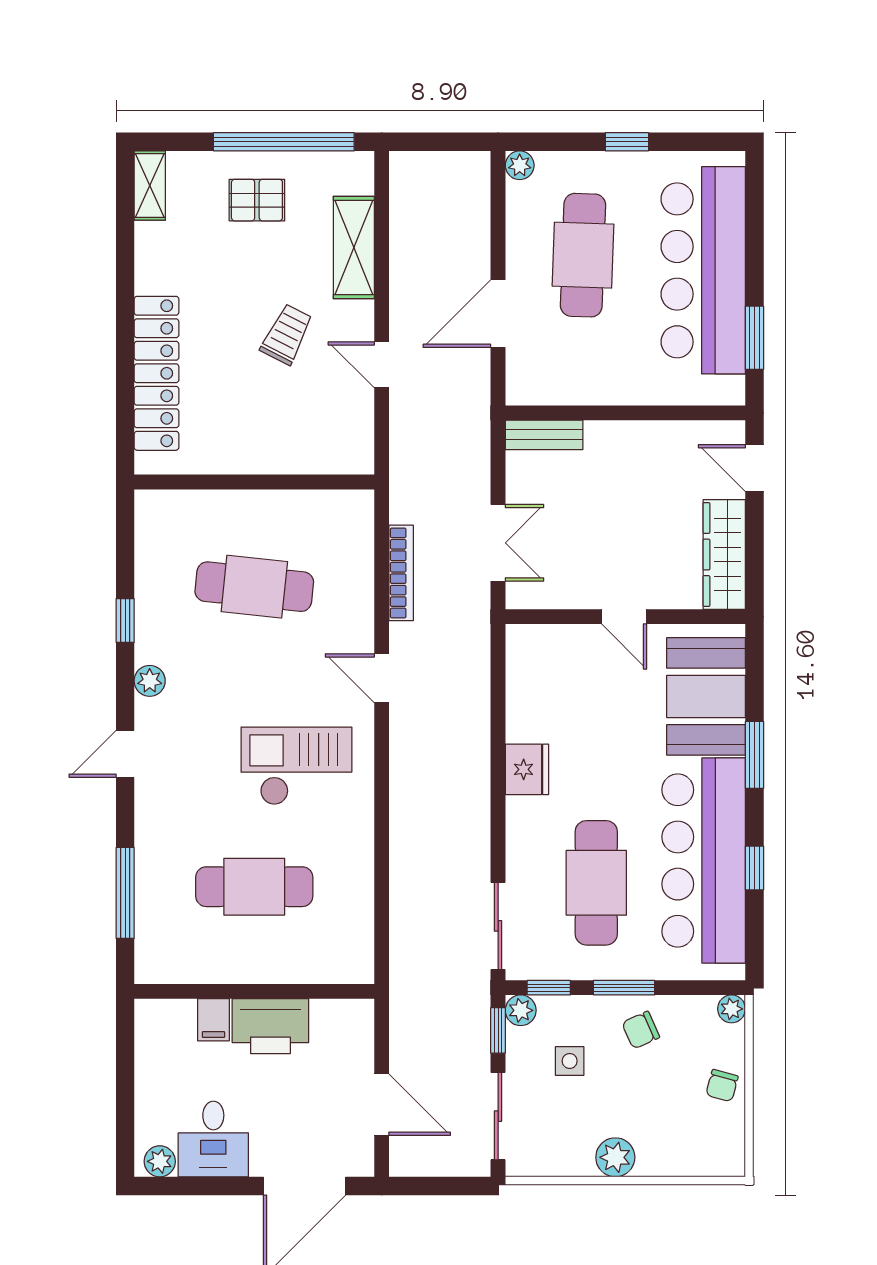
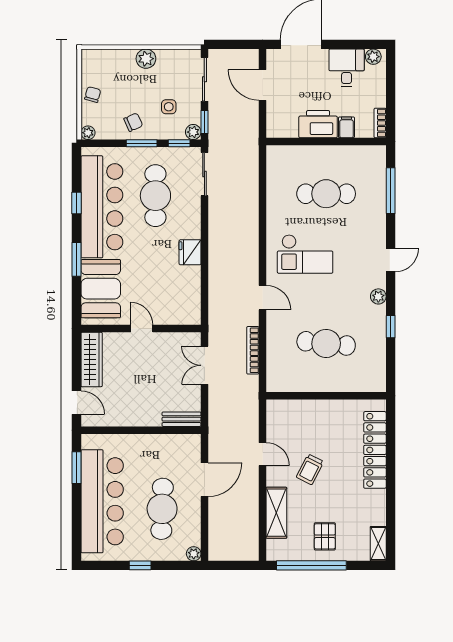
pallet: (257, 200) -> (325, 536), turned 90
bookcase: (146, 1028) -> (380, 123), added

